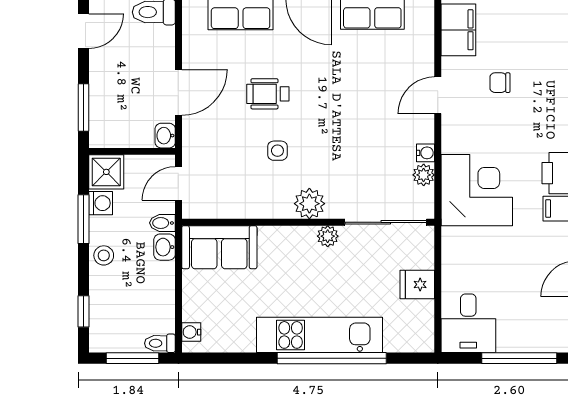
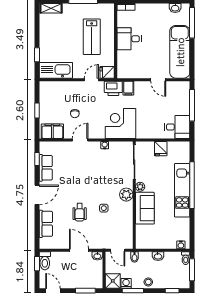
door: (438, 95) -> (80, 140), swing flipped
plant: (424, 175) -> (114, 146), removed
washbasin: (165, 247) -> (158, 256), moved
sofa: (219, 247) -> (145, 208), moved

